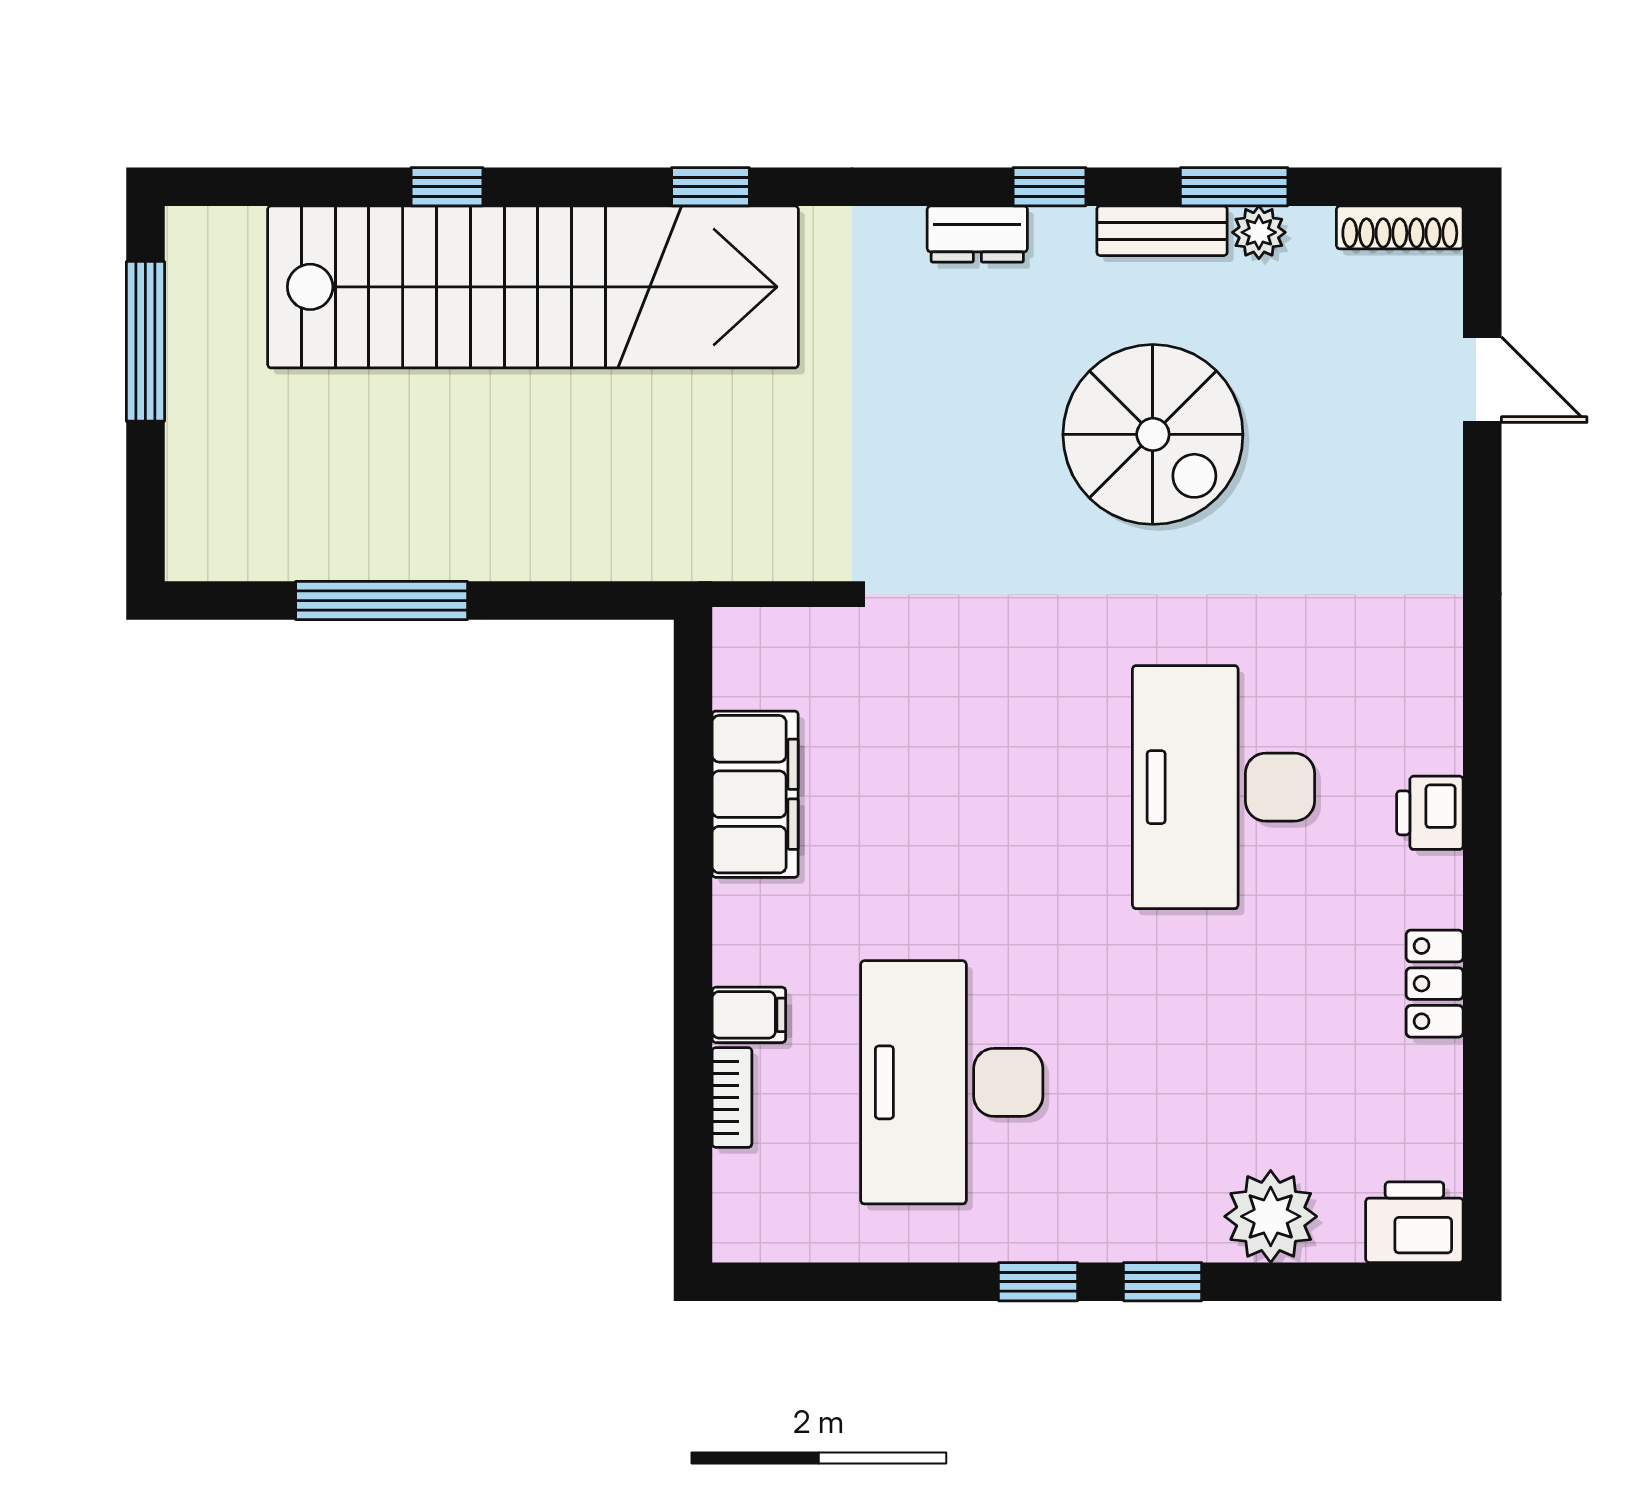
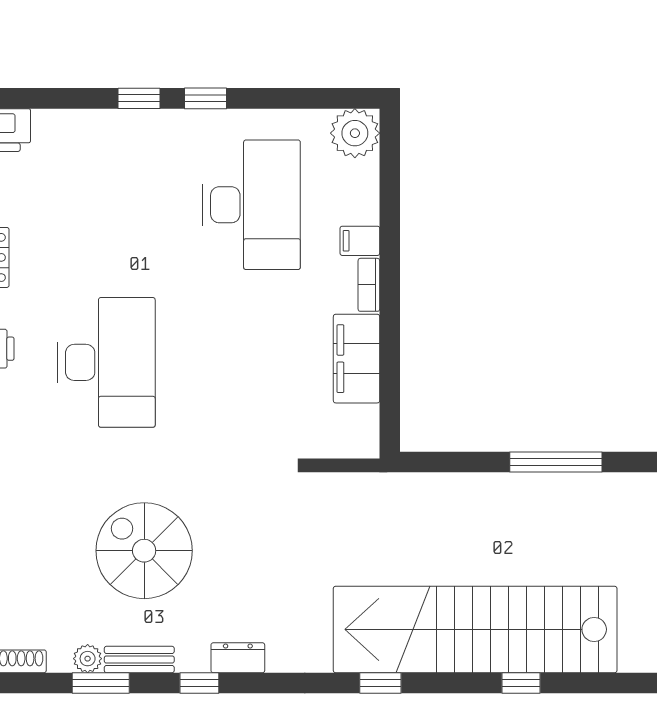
bookcase: (732, 1097) -> (369, 285), moved
plant: (1271, 1216) -> (355, 133), moved

